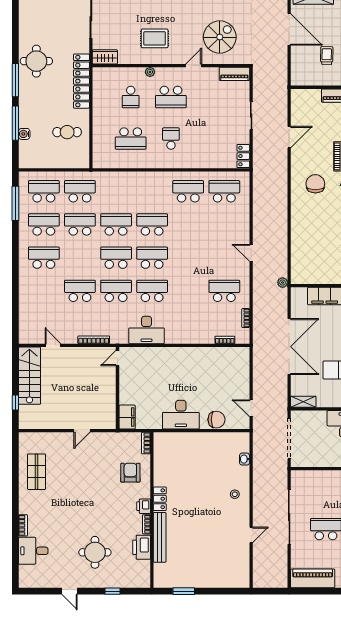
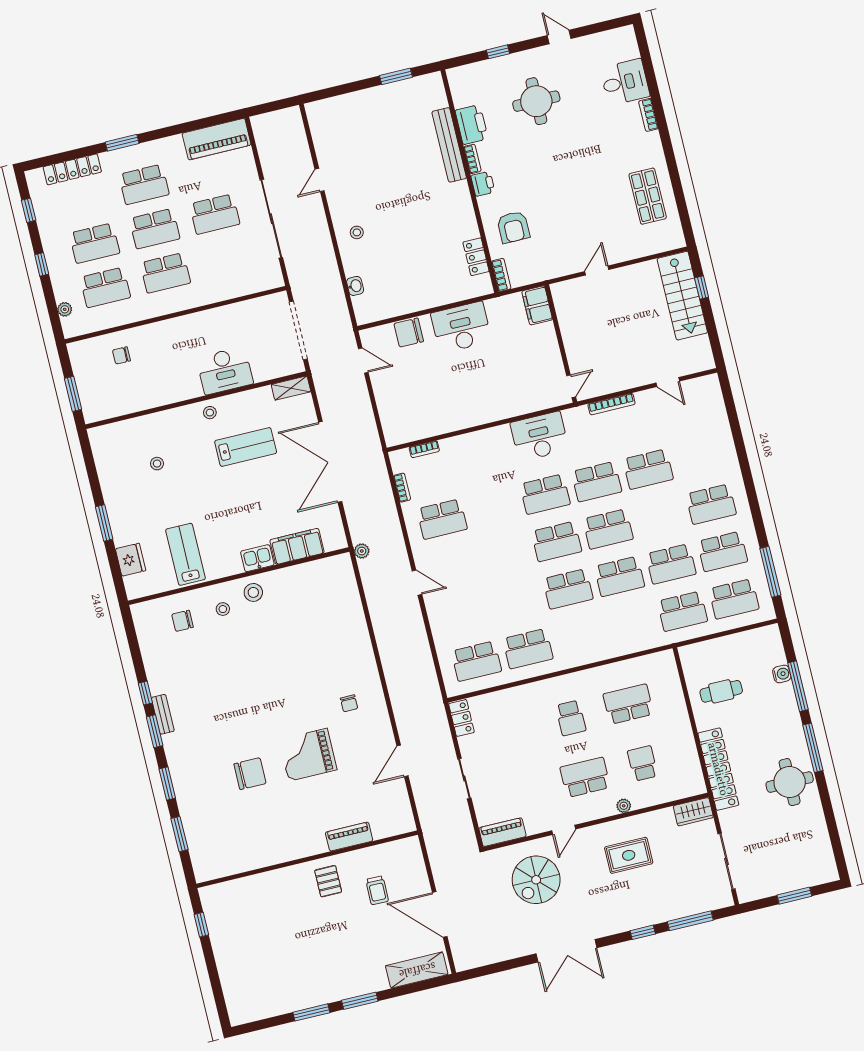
chair: (315, 184) -> (349, 703), width x0.54, depth x0.54
stairs: (29, 376) -> (682, 296), moved
locker: (160, 499) -> (476, 257), moved

